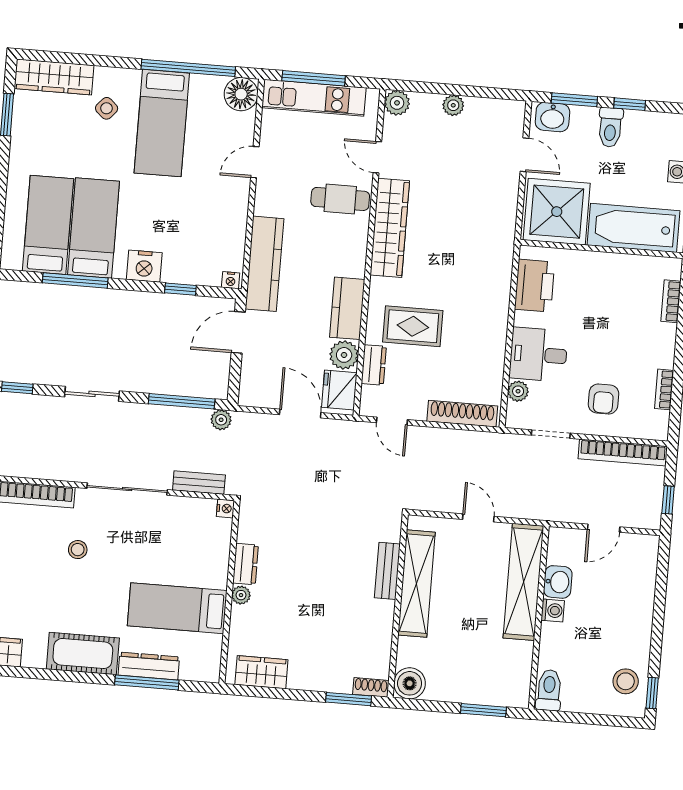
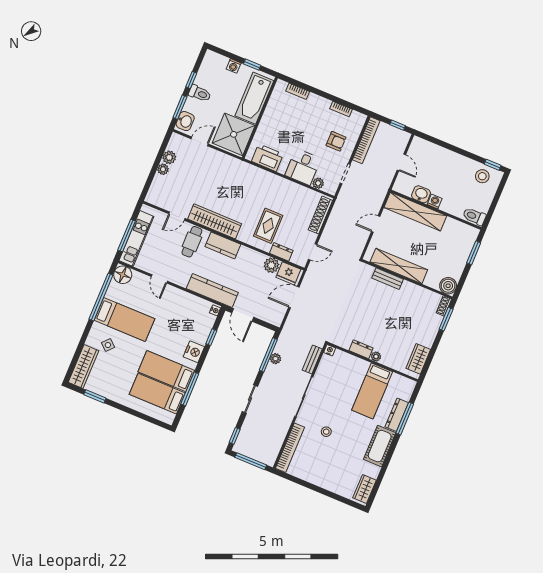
plant: (397, 103) -> (169, 157), moved
kitchen counter: (347, 308) -> (223, 245), moved
plant: (221, 420) -> (276, 359), moved

